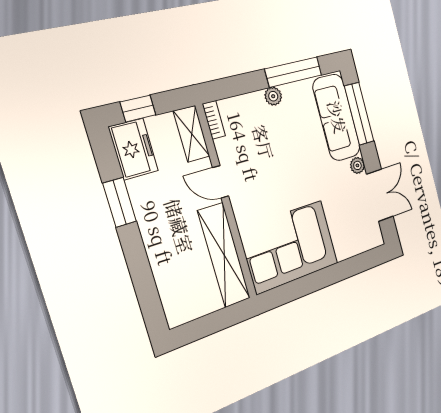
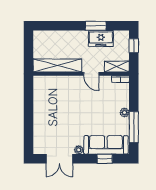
window: (359, 114) -> (105, 159), width x0.46
freezer: (133, 149) -> (101, 38), moved
door: (221, 182) -> (91, 74), swing flipped
corner sofa: (289, 247) -> (50, 99), removed

